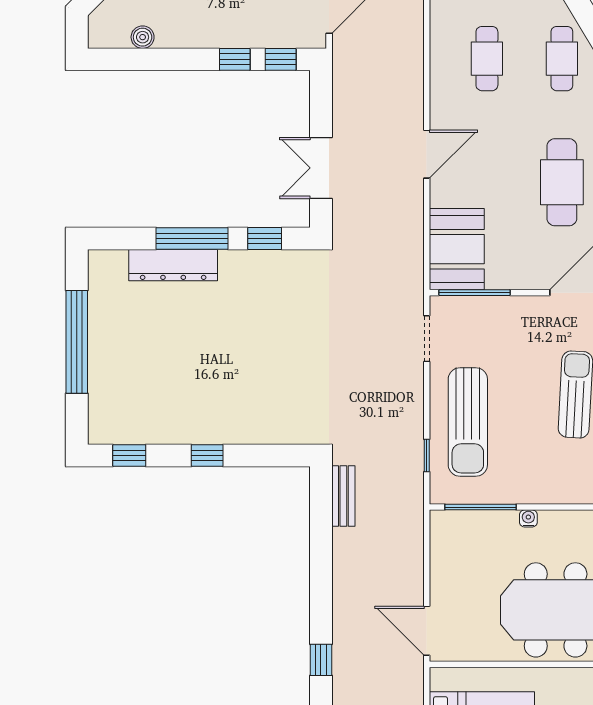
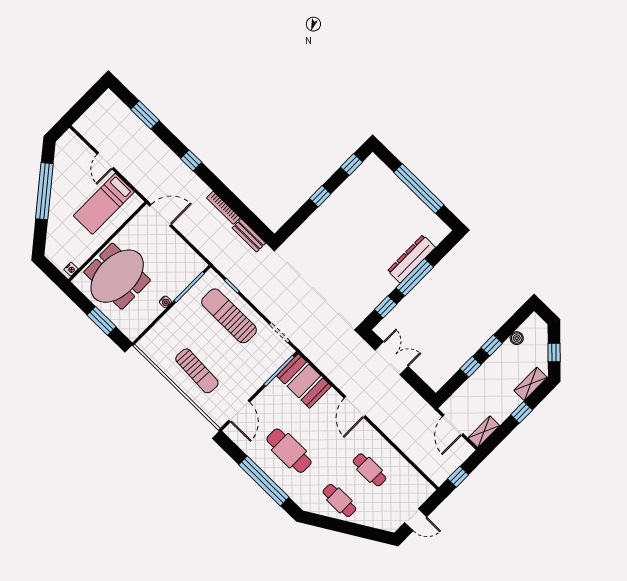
window: (281, 59) -> (492, 345), moved
bookcase: (340, 562) -> (223, 208), added

